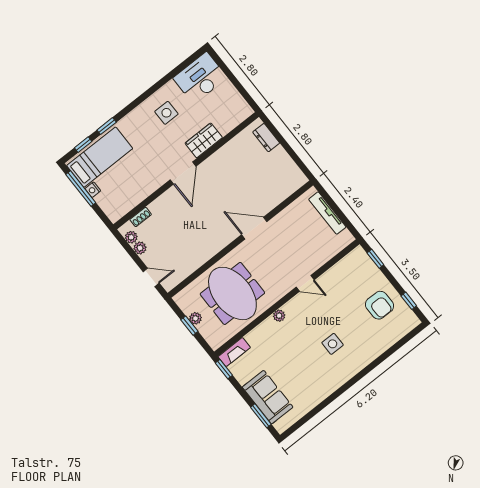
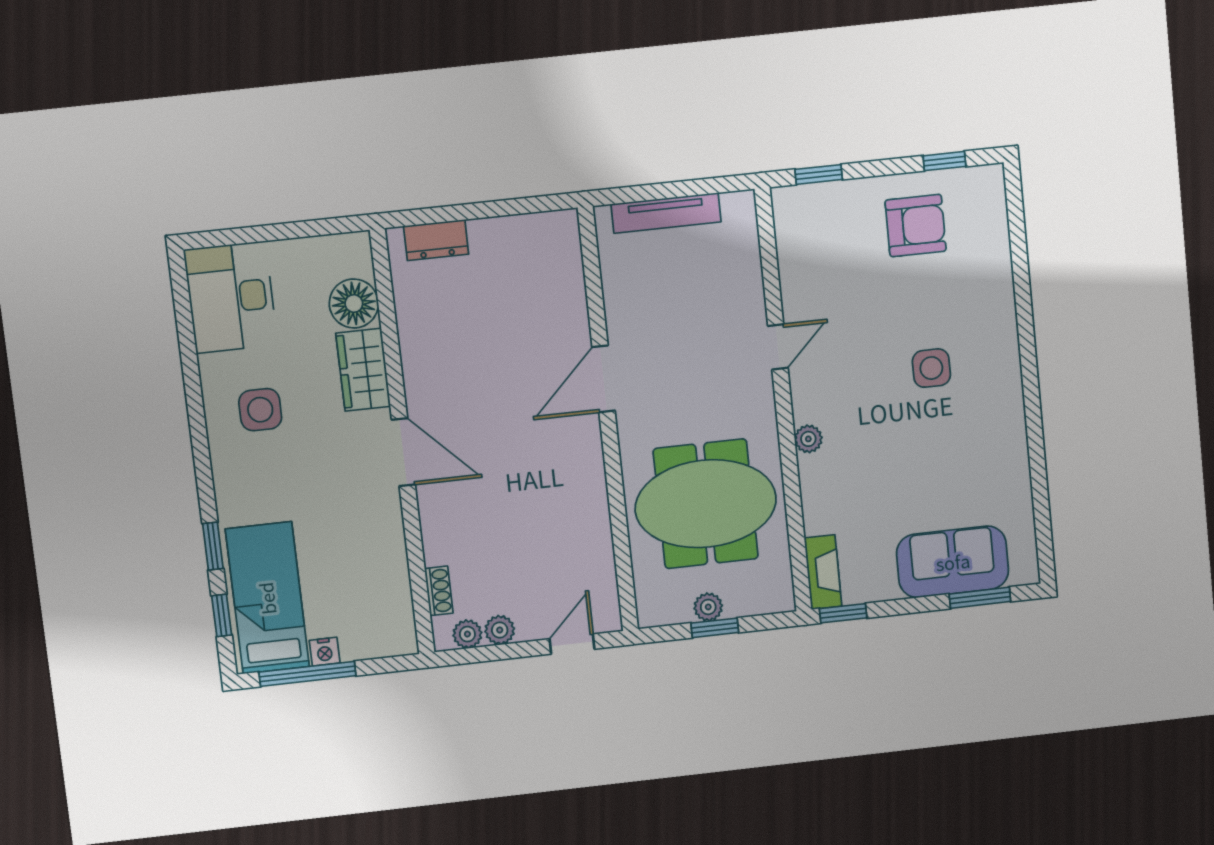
floor lamp: (225, 123) -> (354, 304), added

